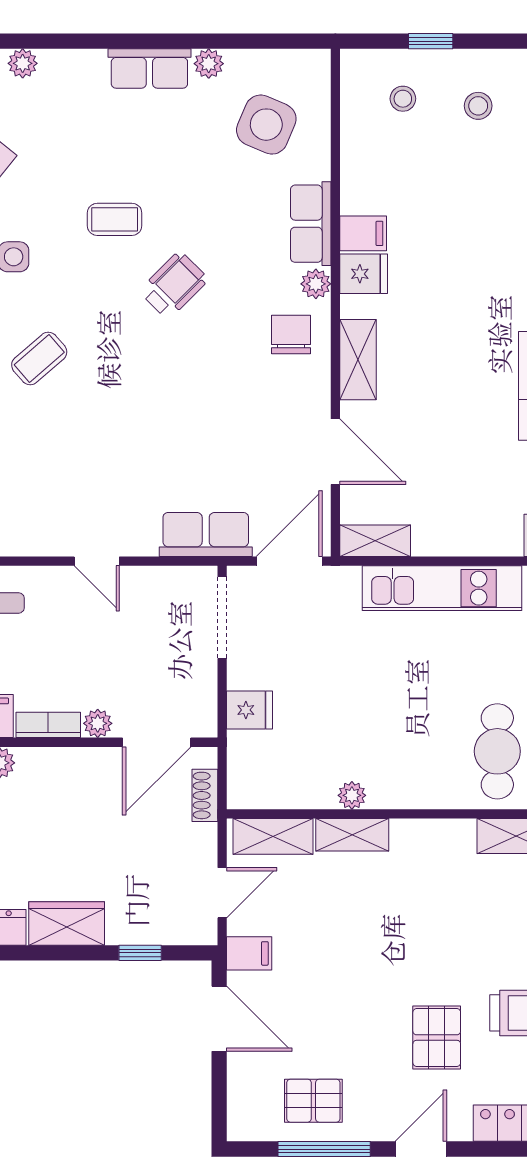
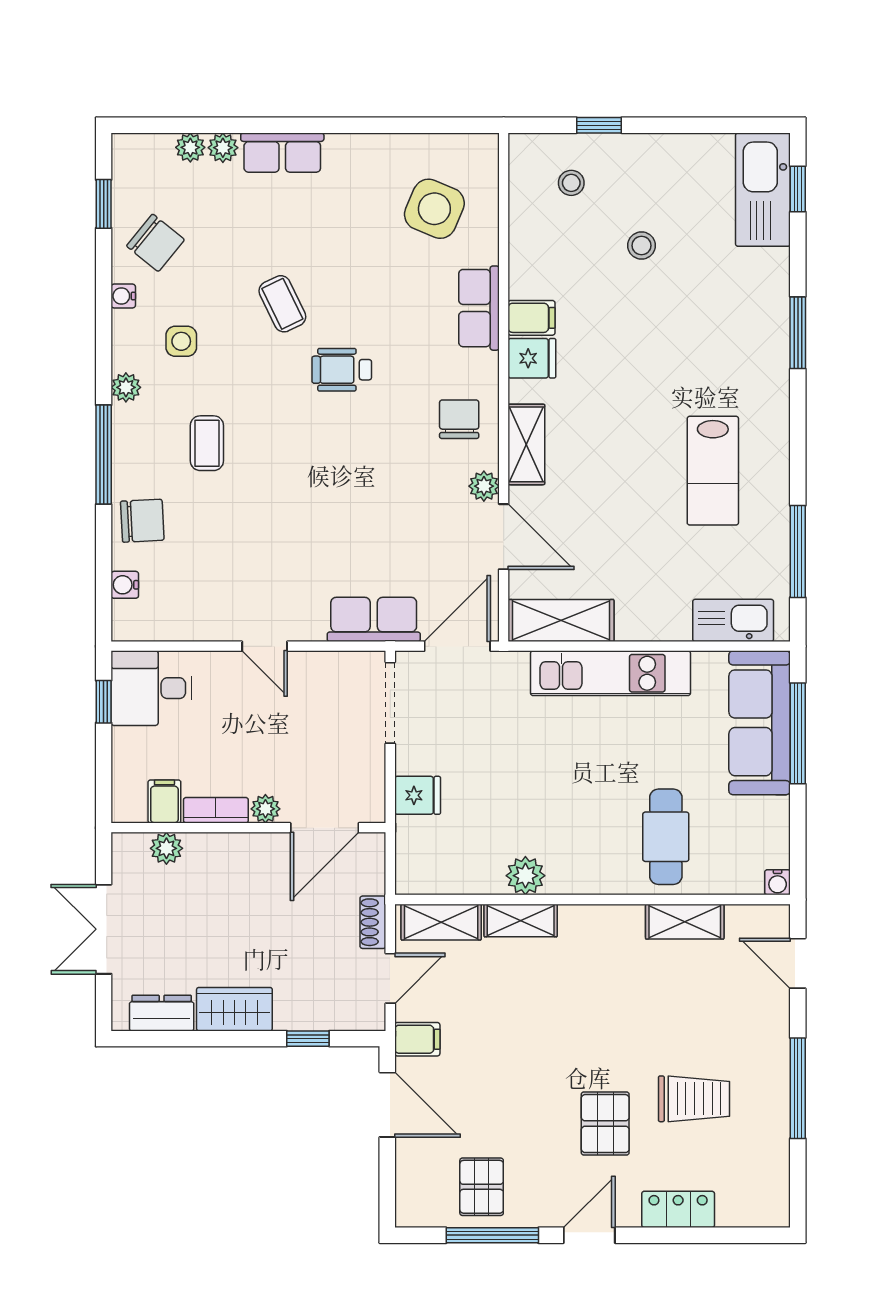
plant: (209, 64) -> (223, 148), moved
row of seats: (149, 68) -> (282, 153), moved
stool: (478, 106) -> (642, 246), moved
coffee table: (115, 219) -> (282, 304), turned 64
plant: (316, 284) -> (484, 486), moved
wheelchair: (174, 285) -> (342, 370), turned -135
coffee table: (39, 358) -> (207, 443), turned -49
shelving: (375, 541) -> (561, 621), width x1.50, depth x1.33
shoe rack: (205, 795) -> (373, 922), moved
plant: (352, 795) -> (525, 876), width x1.38, depth x1.38
pallet: (313, 1101) -> (482, 1187), turned 90

